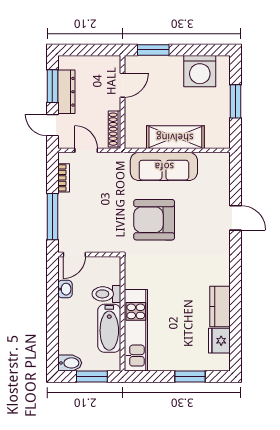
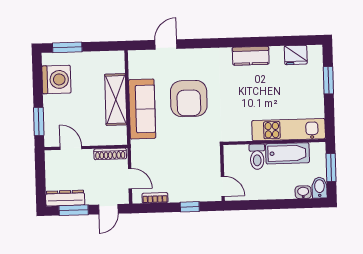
dresser: (66, 92) -> (65, 198), moved
window: (236, 101) -> (67, 47), moved
door: (86, 150) -> (130, 179), swing flipped
window: (52, 217) -> (190, 207), width x0.46
door: (236, 218) -> (166, 44), moved
armchair: (154, 220) -> (189, 99), moved
washbasin: (65, 289) -> (303, 192), moved
kitchen counter: (220, 306) -> (251, 56), moved

